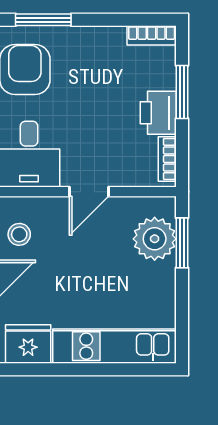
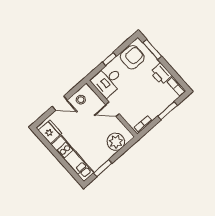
printer: (158, 113) -> (161, 74), moved, turned -90
window: (182, 243) -> (103, 168), moved

